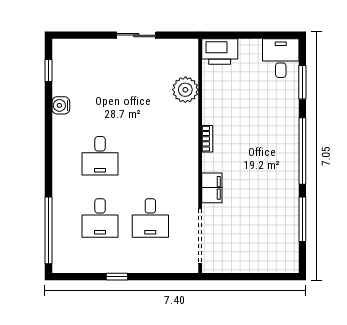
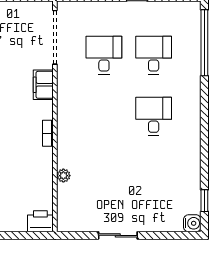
printer: (220, 51) -> (40, 221), width x0.73, depth x0.84
plant: (185, 90) -> (63, 176), width x0.53, depth x0.53
water cooler: (61, 105) -> (192, 223), moved

